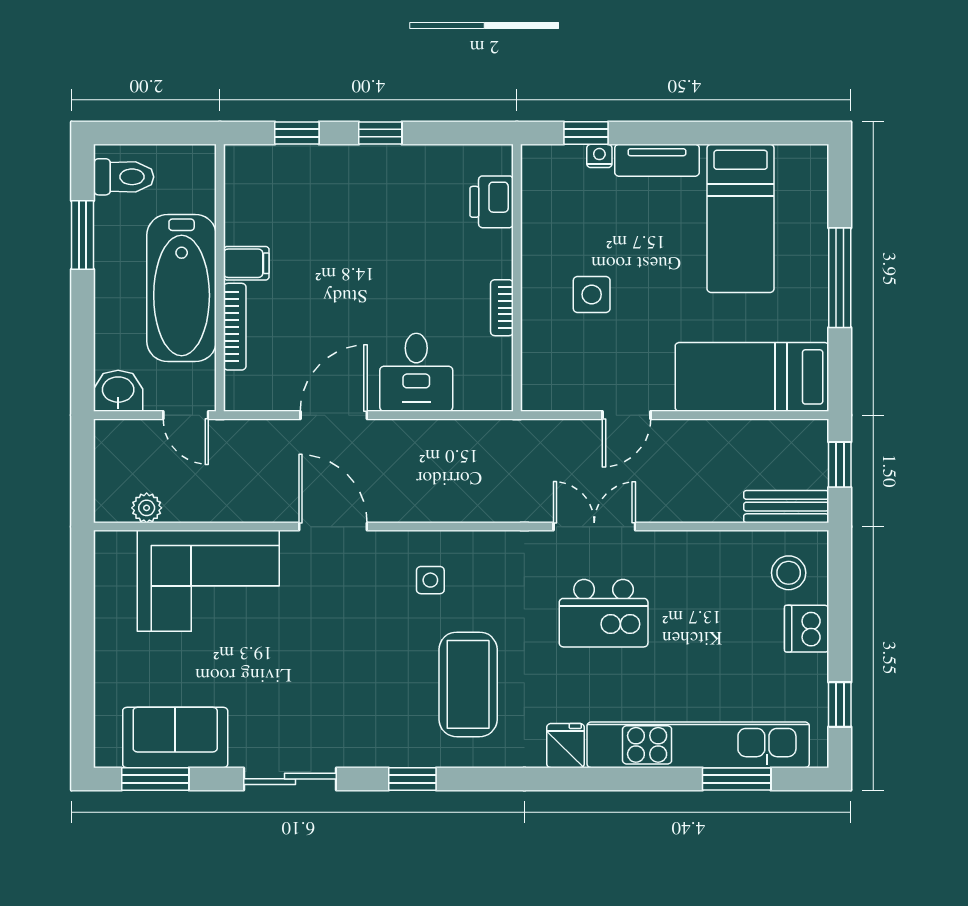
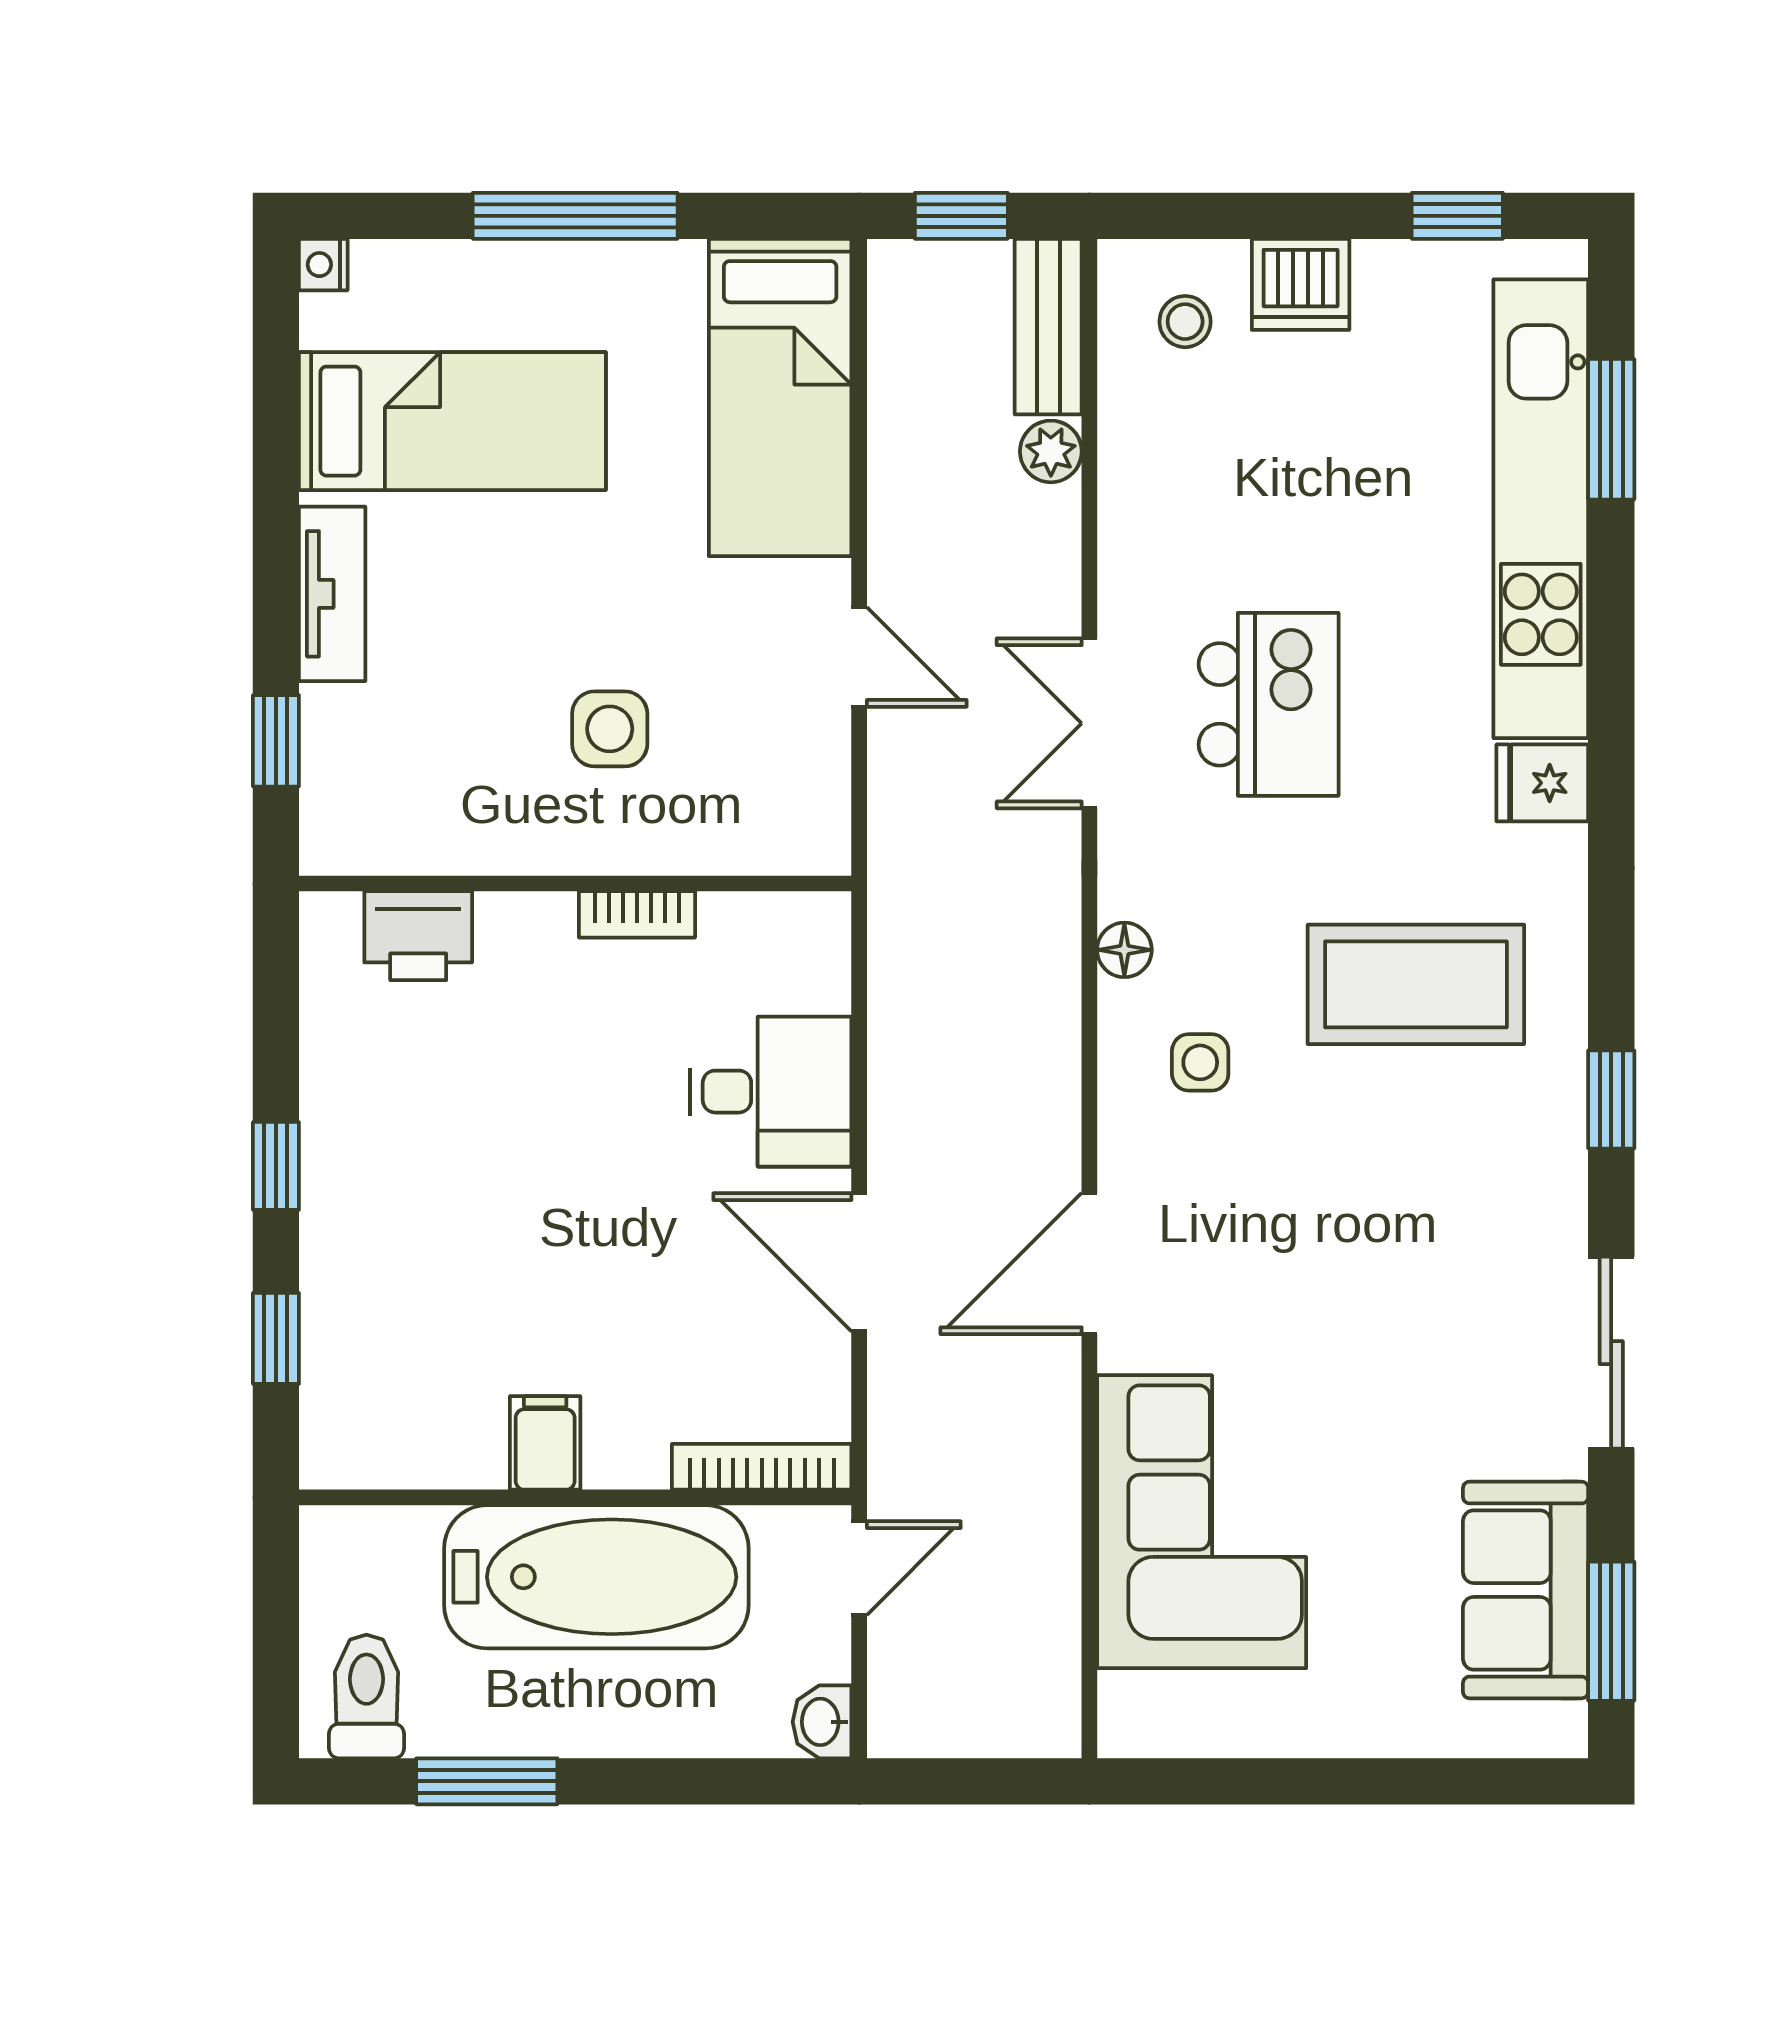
nightstand: (599, 156) -> (323, 265), moved
bookcase: (235, 327) -> (762, 1467), moved
washbasin: (118, 391) -> (822, 1722), width x0.72, depth x0.69
plant: (147, 508) -> (1051, 451), moved
floor lamp: (485, 543) -> (1124, 950), added
stool: (789, 573) -> (1185, 322), width x0.73, depth x0.73

